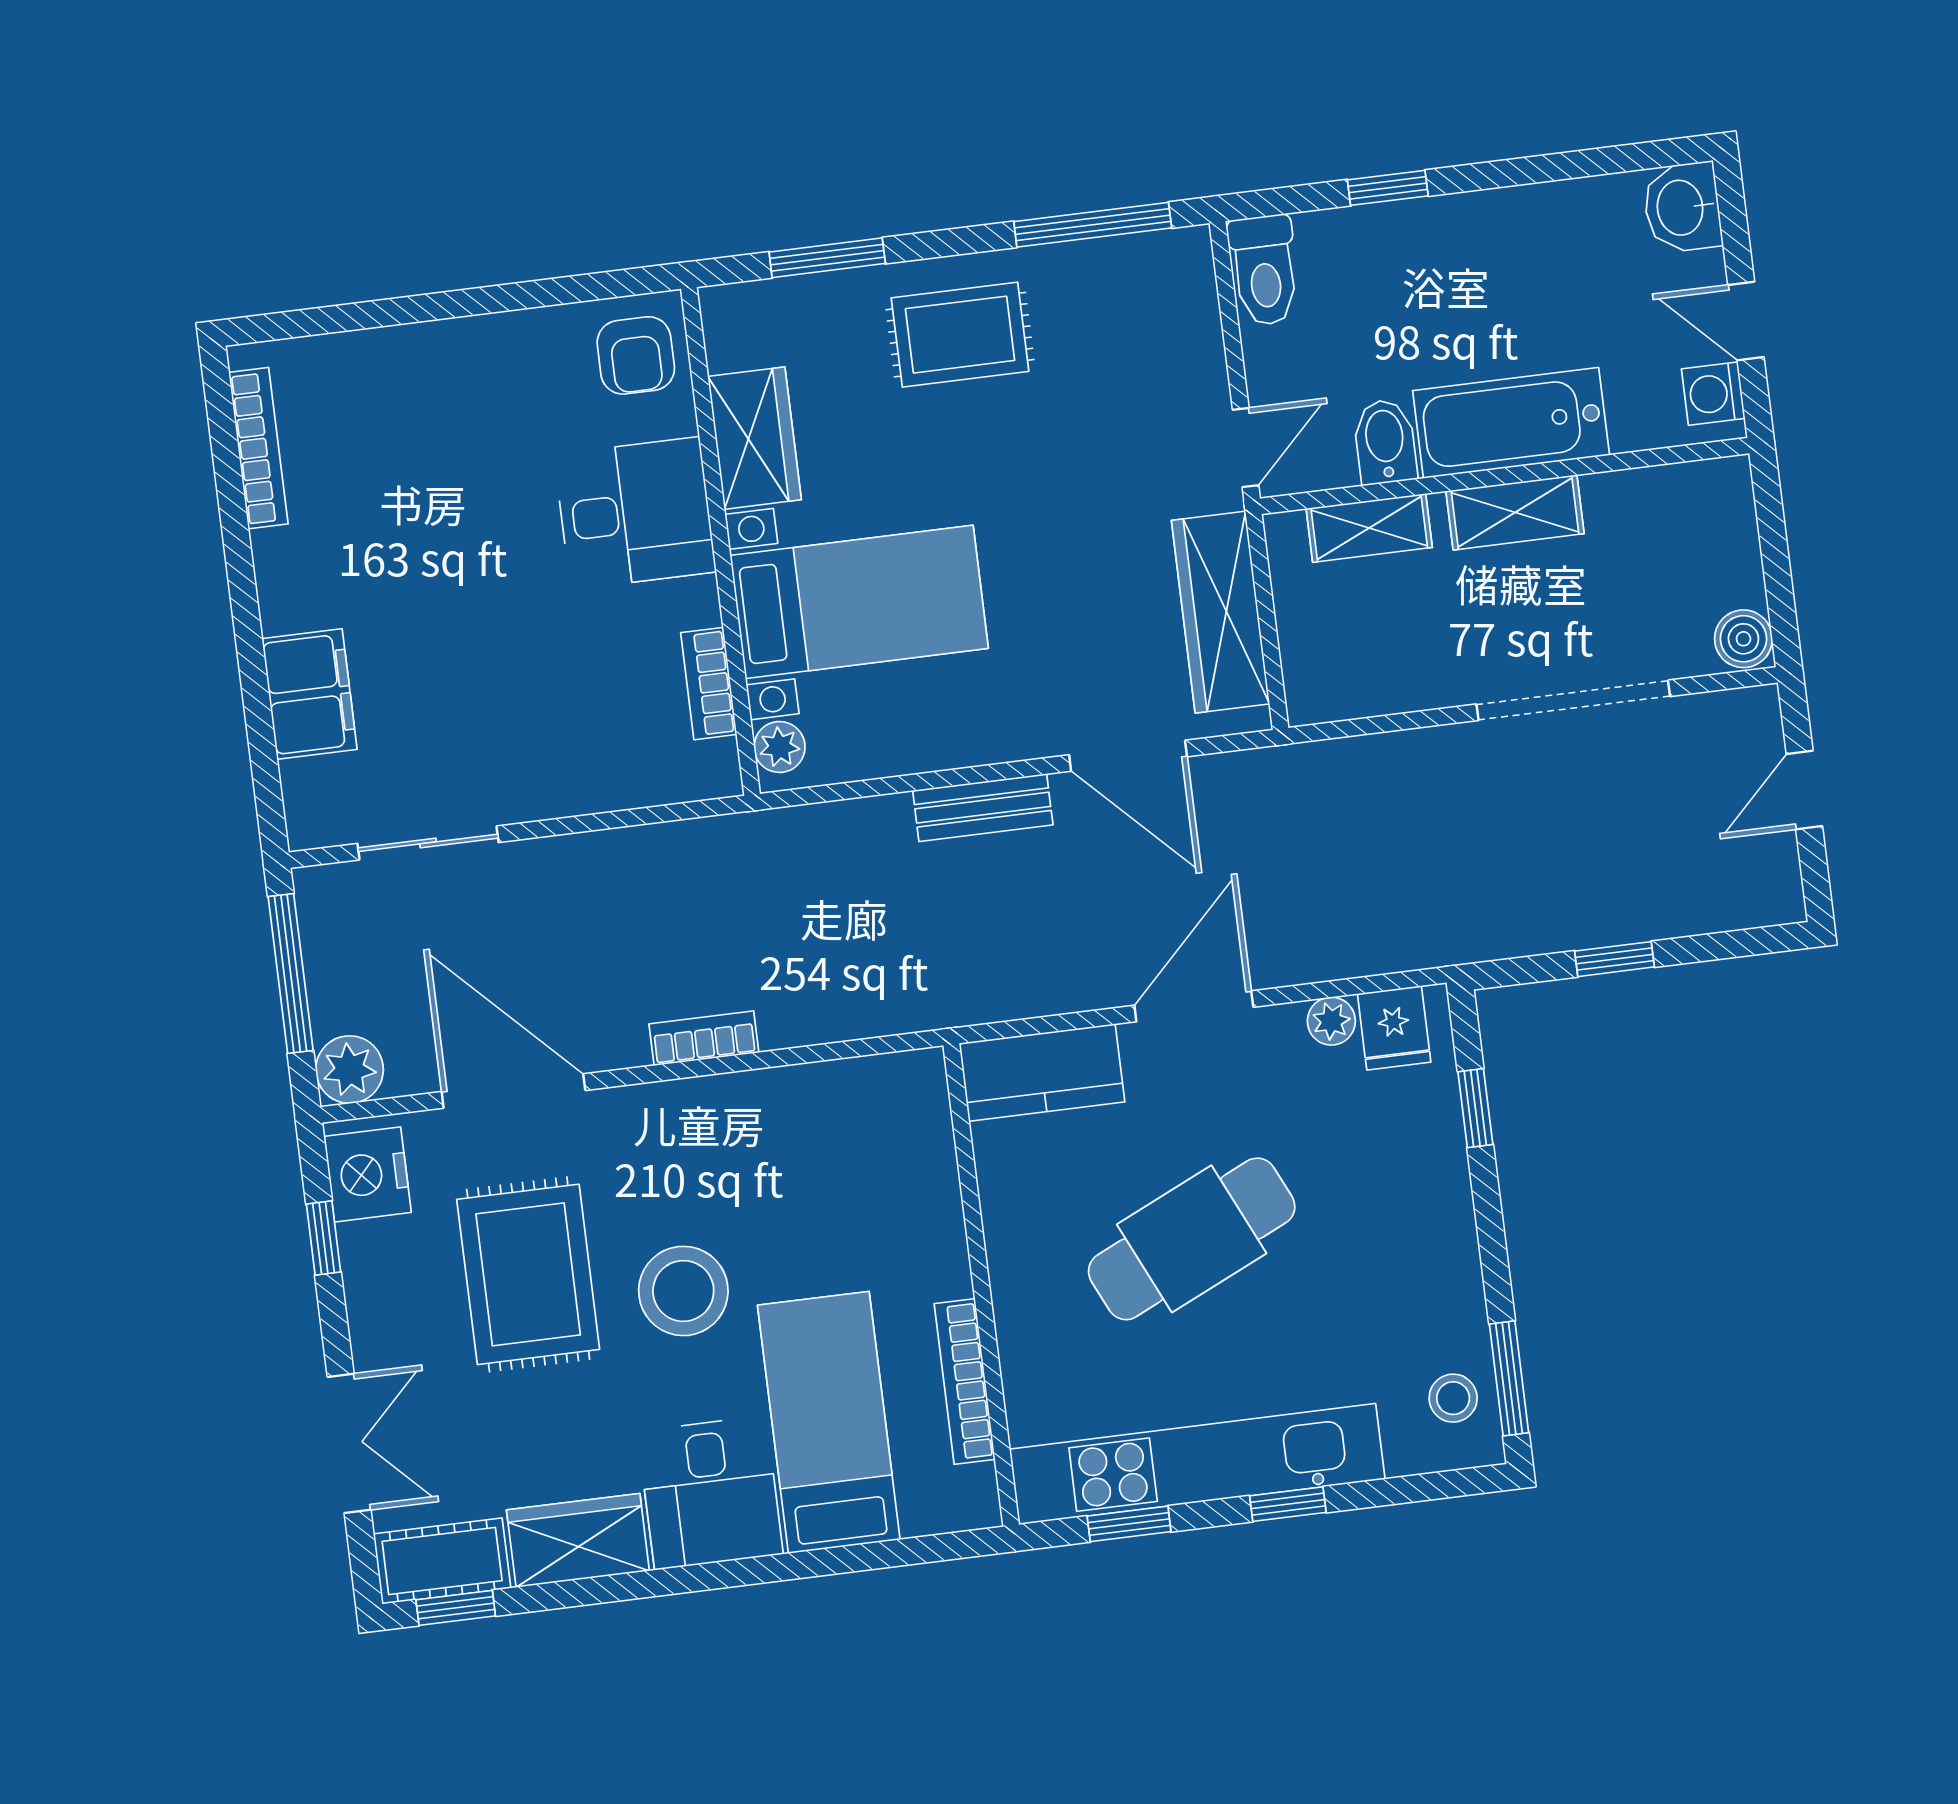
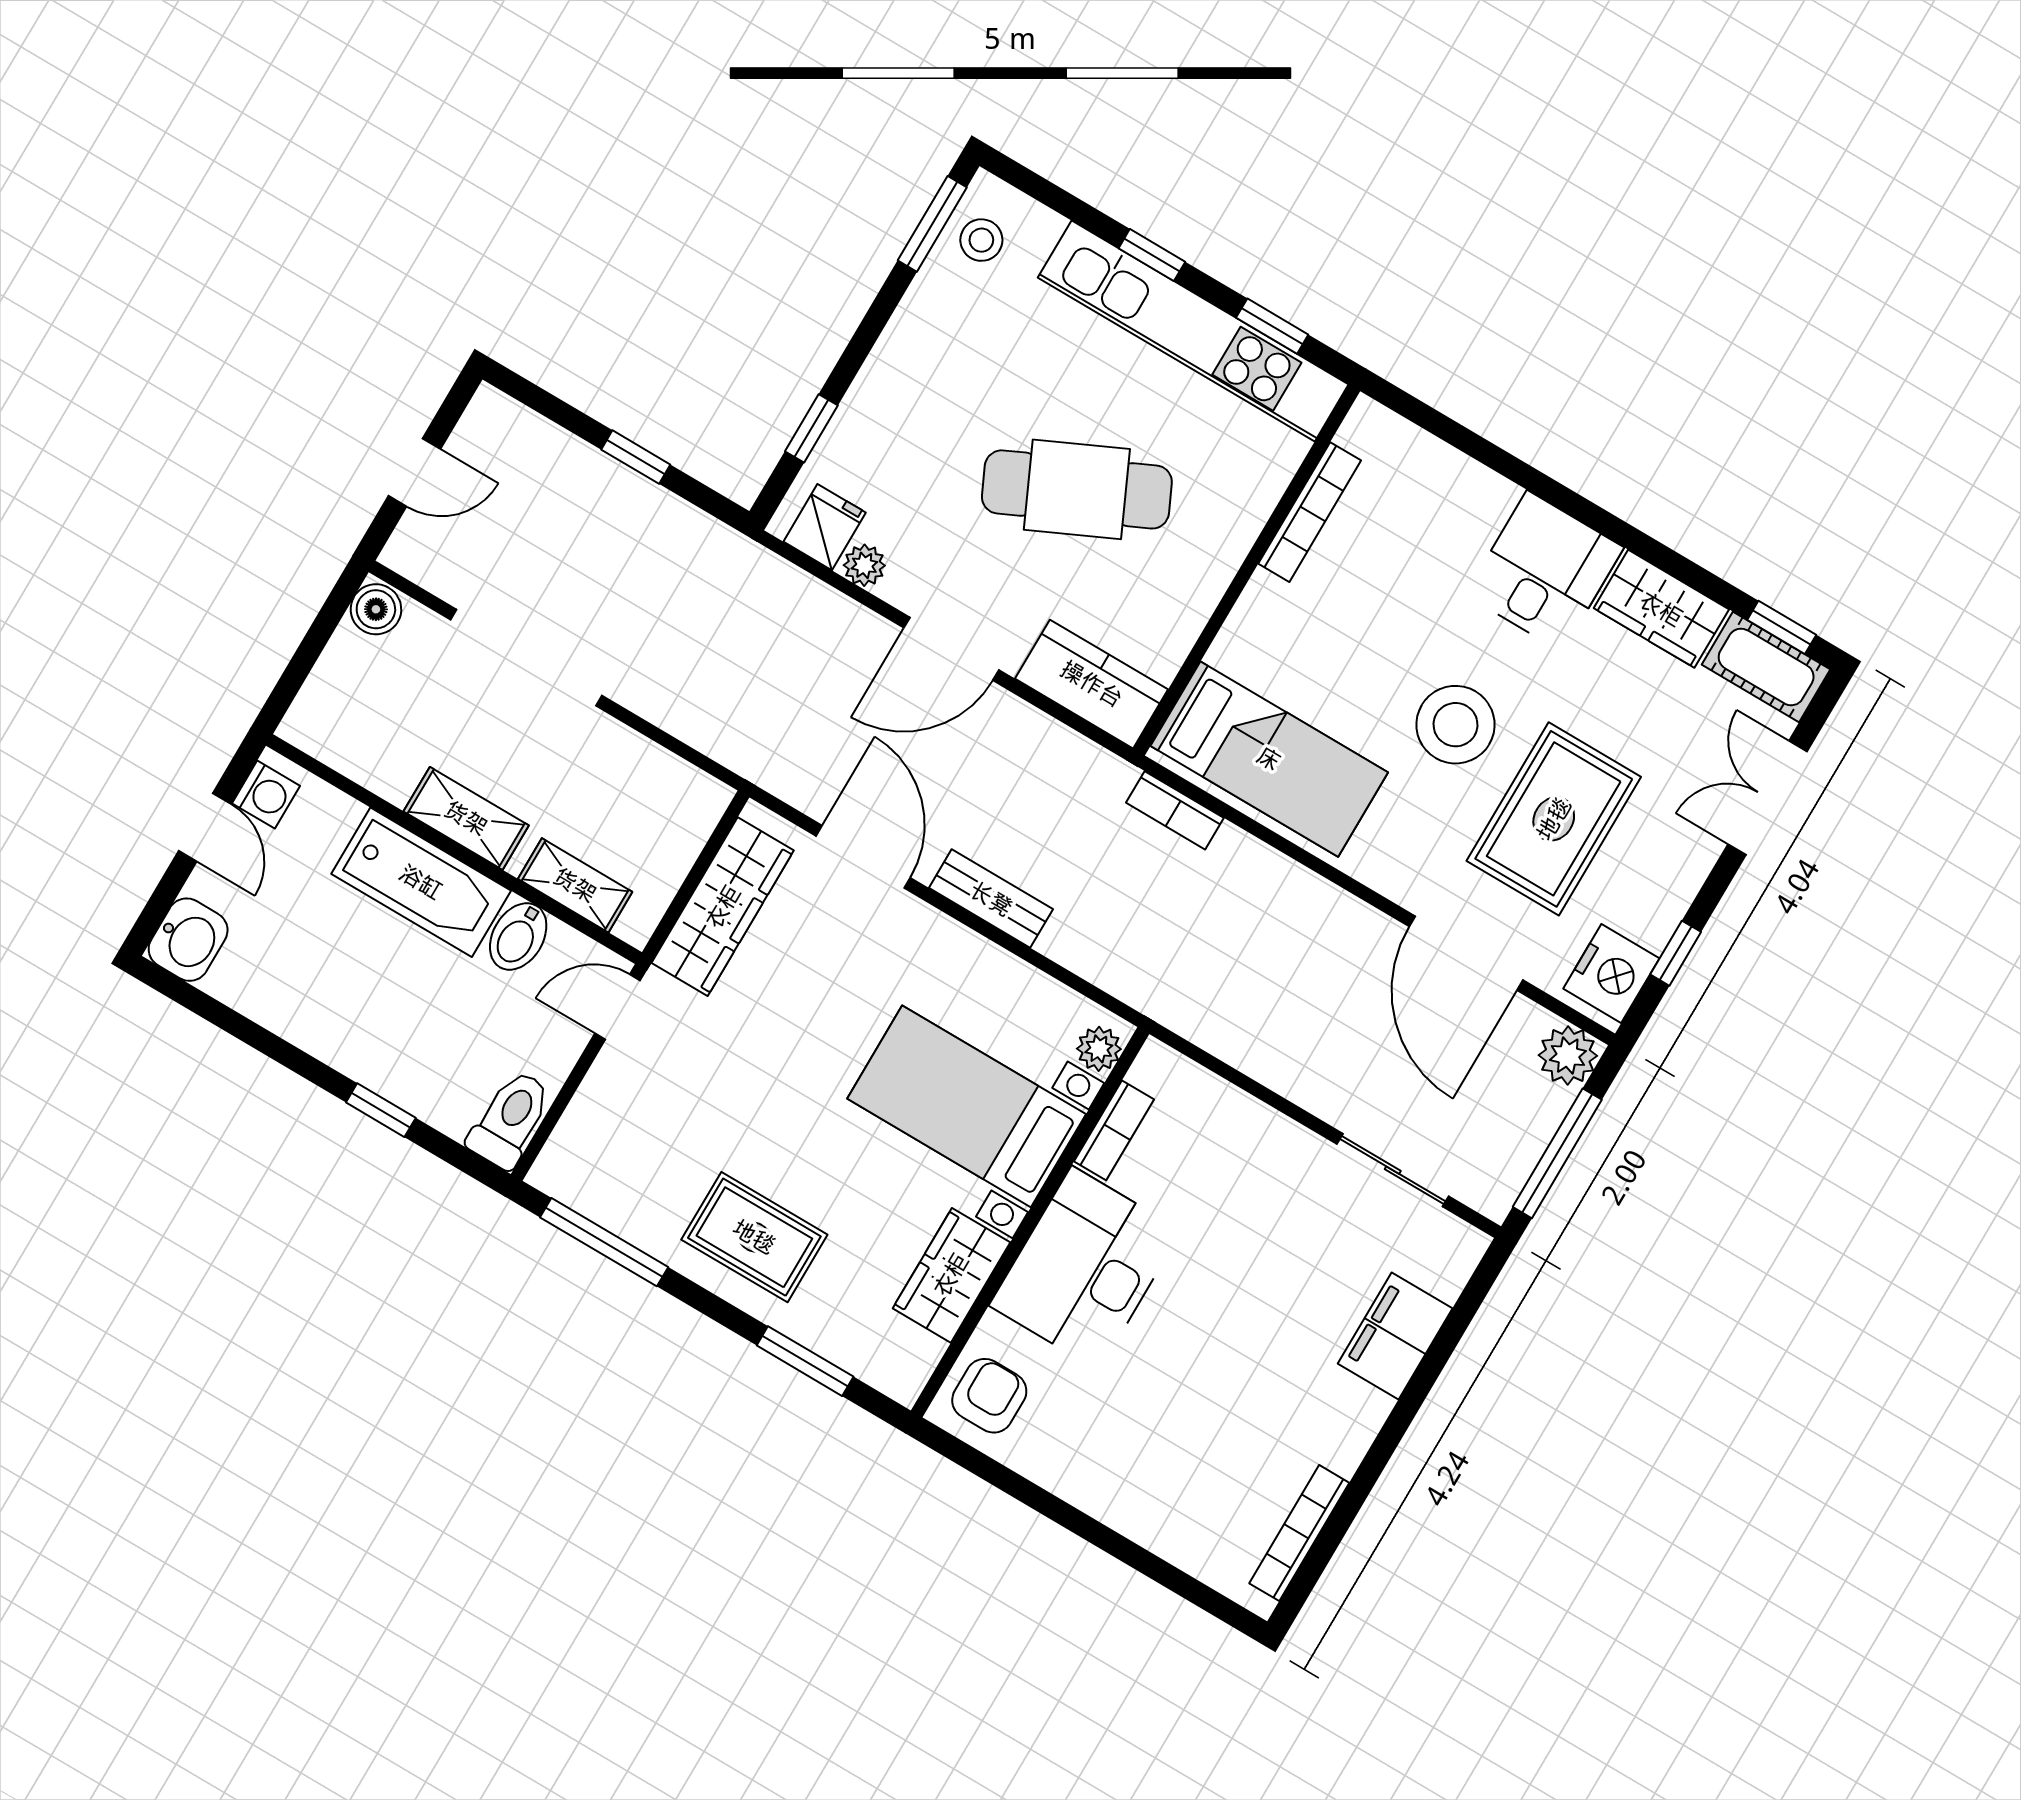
desk: (635, 513) -> (1085, 1268), width x1.37
bookcase: (704, 1038) -> (1175, 810), moved
bed: (829, 1422) -> (1269, 759), moved, turned -90

